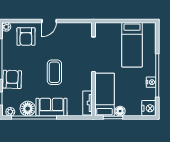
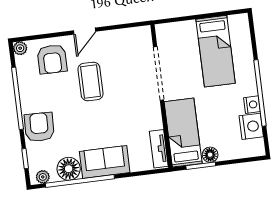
coffee table: (54, 72) -> (91, 81), moved
nightstand: (149, 108) -> (251, 126), moved

